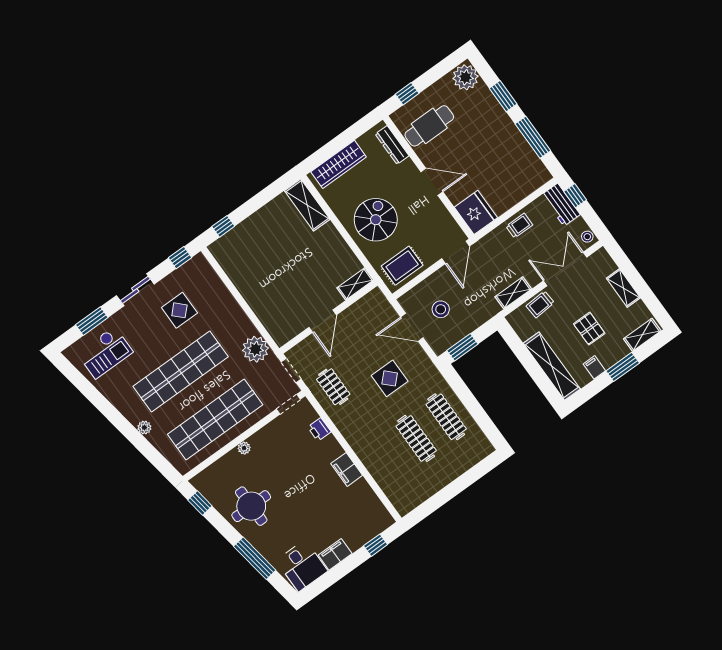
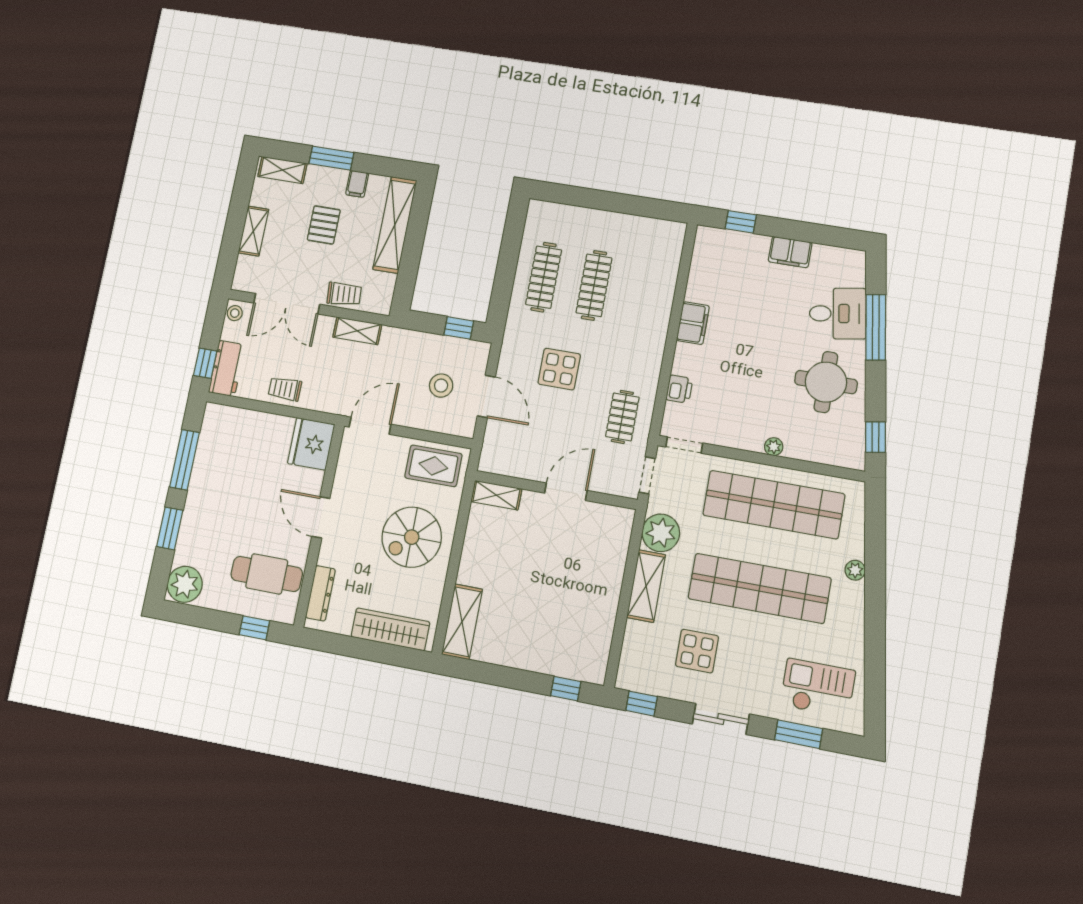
shelving: (236, 316) -> (646, 586), added
window: (462, 347) -> (459, 328), width x0.67
desk: (302, 566) -> (838, 314), moved, turned 81

